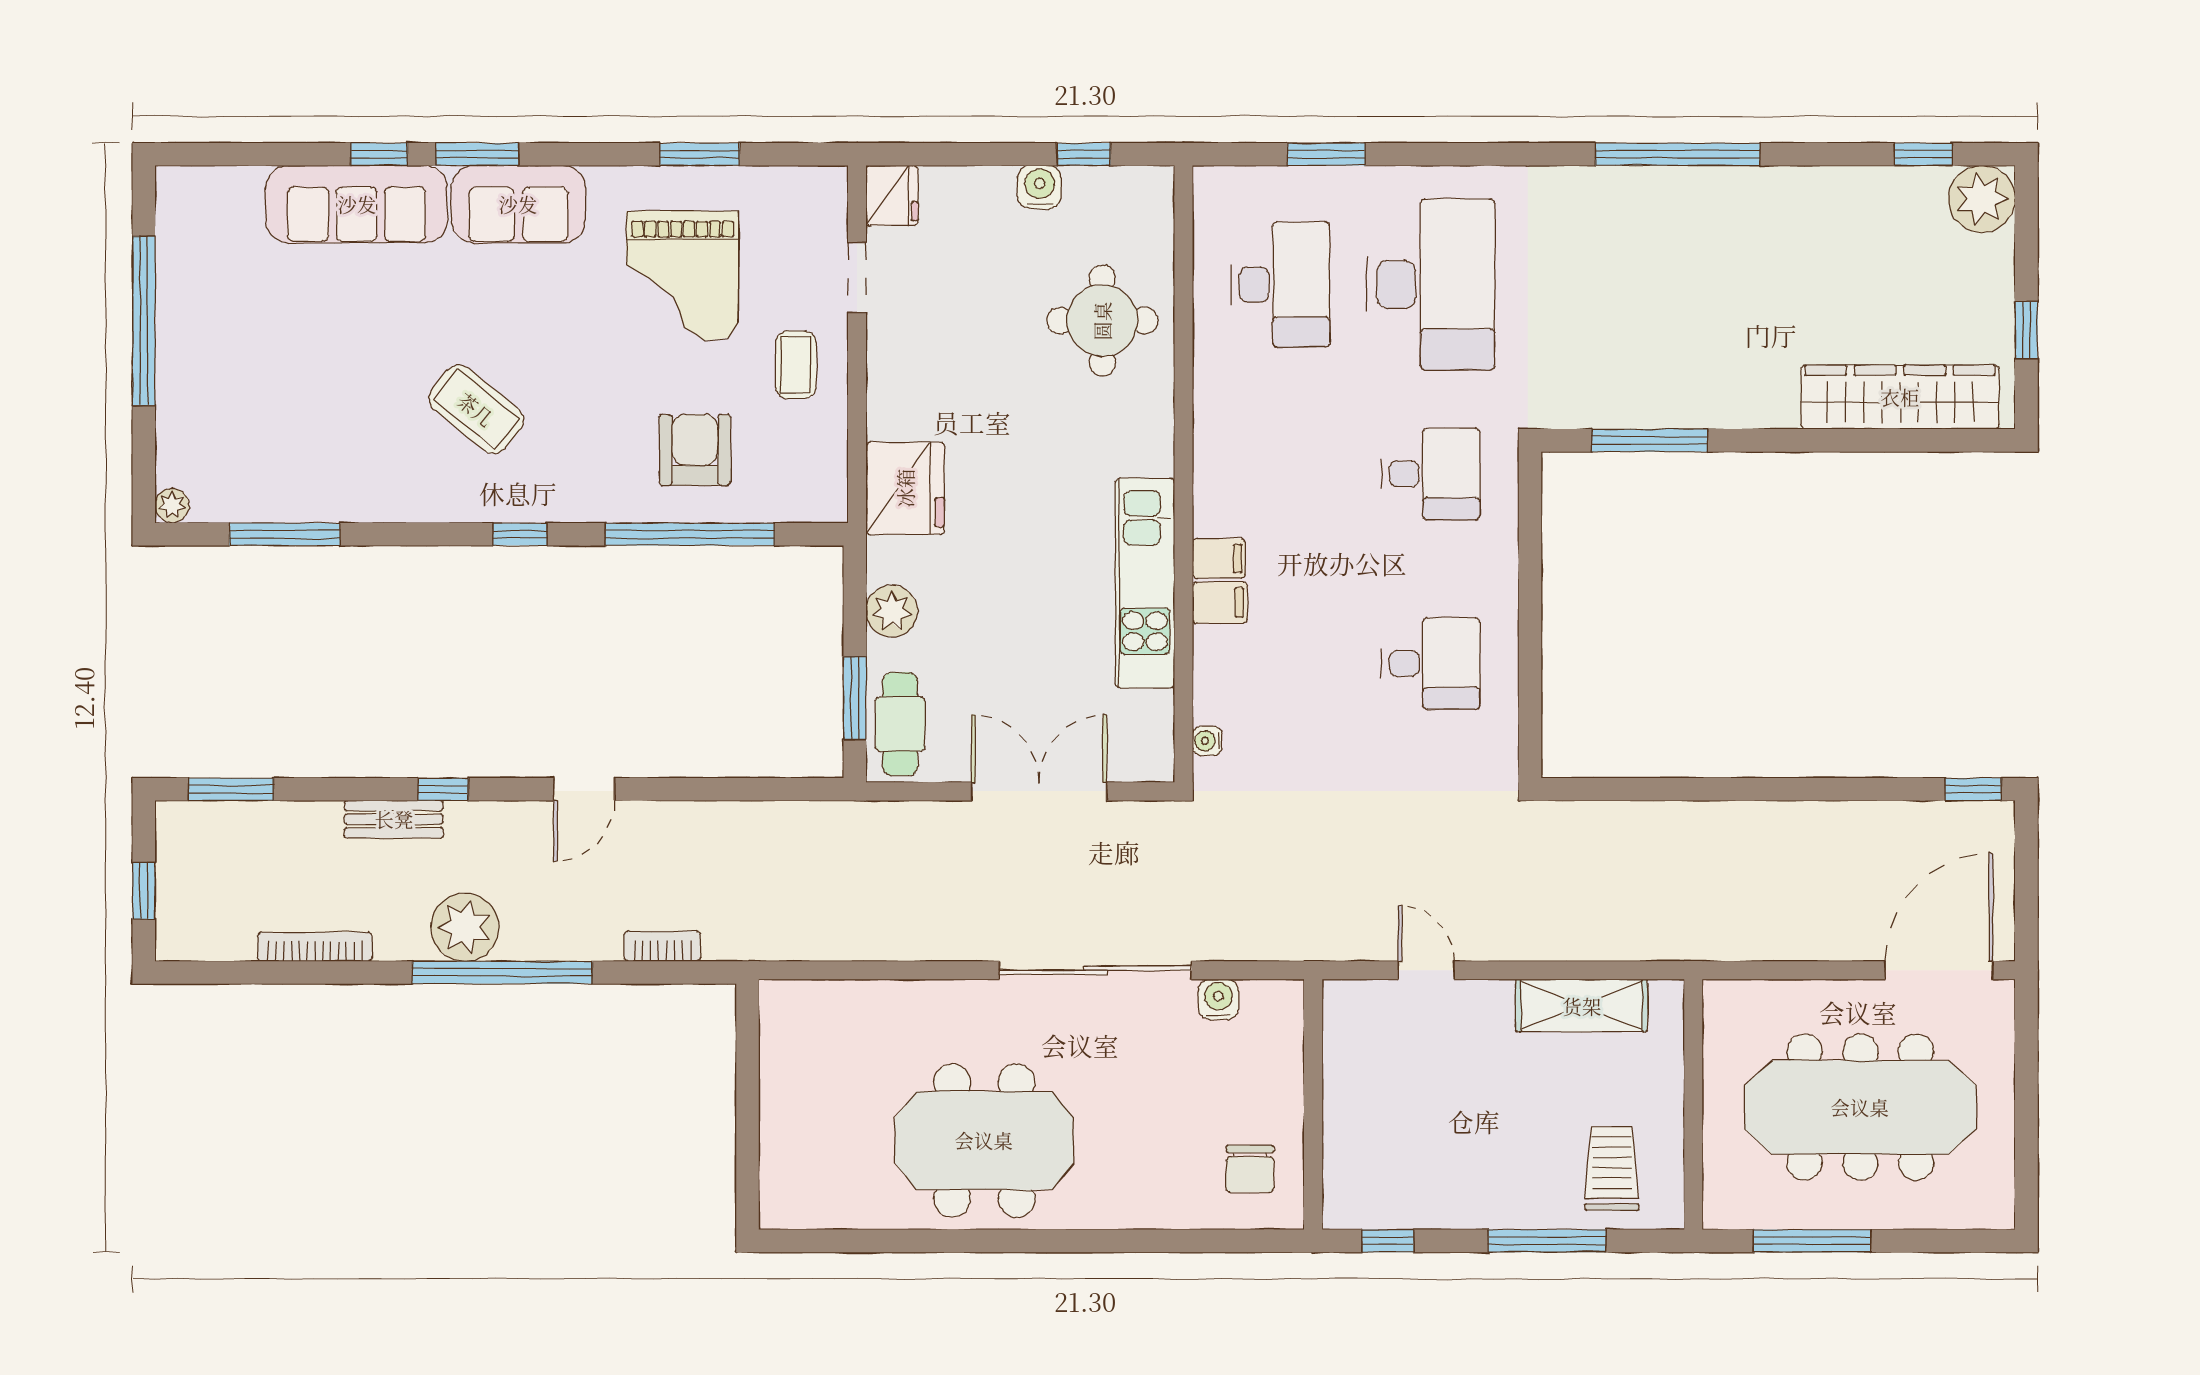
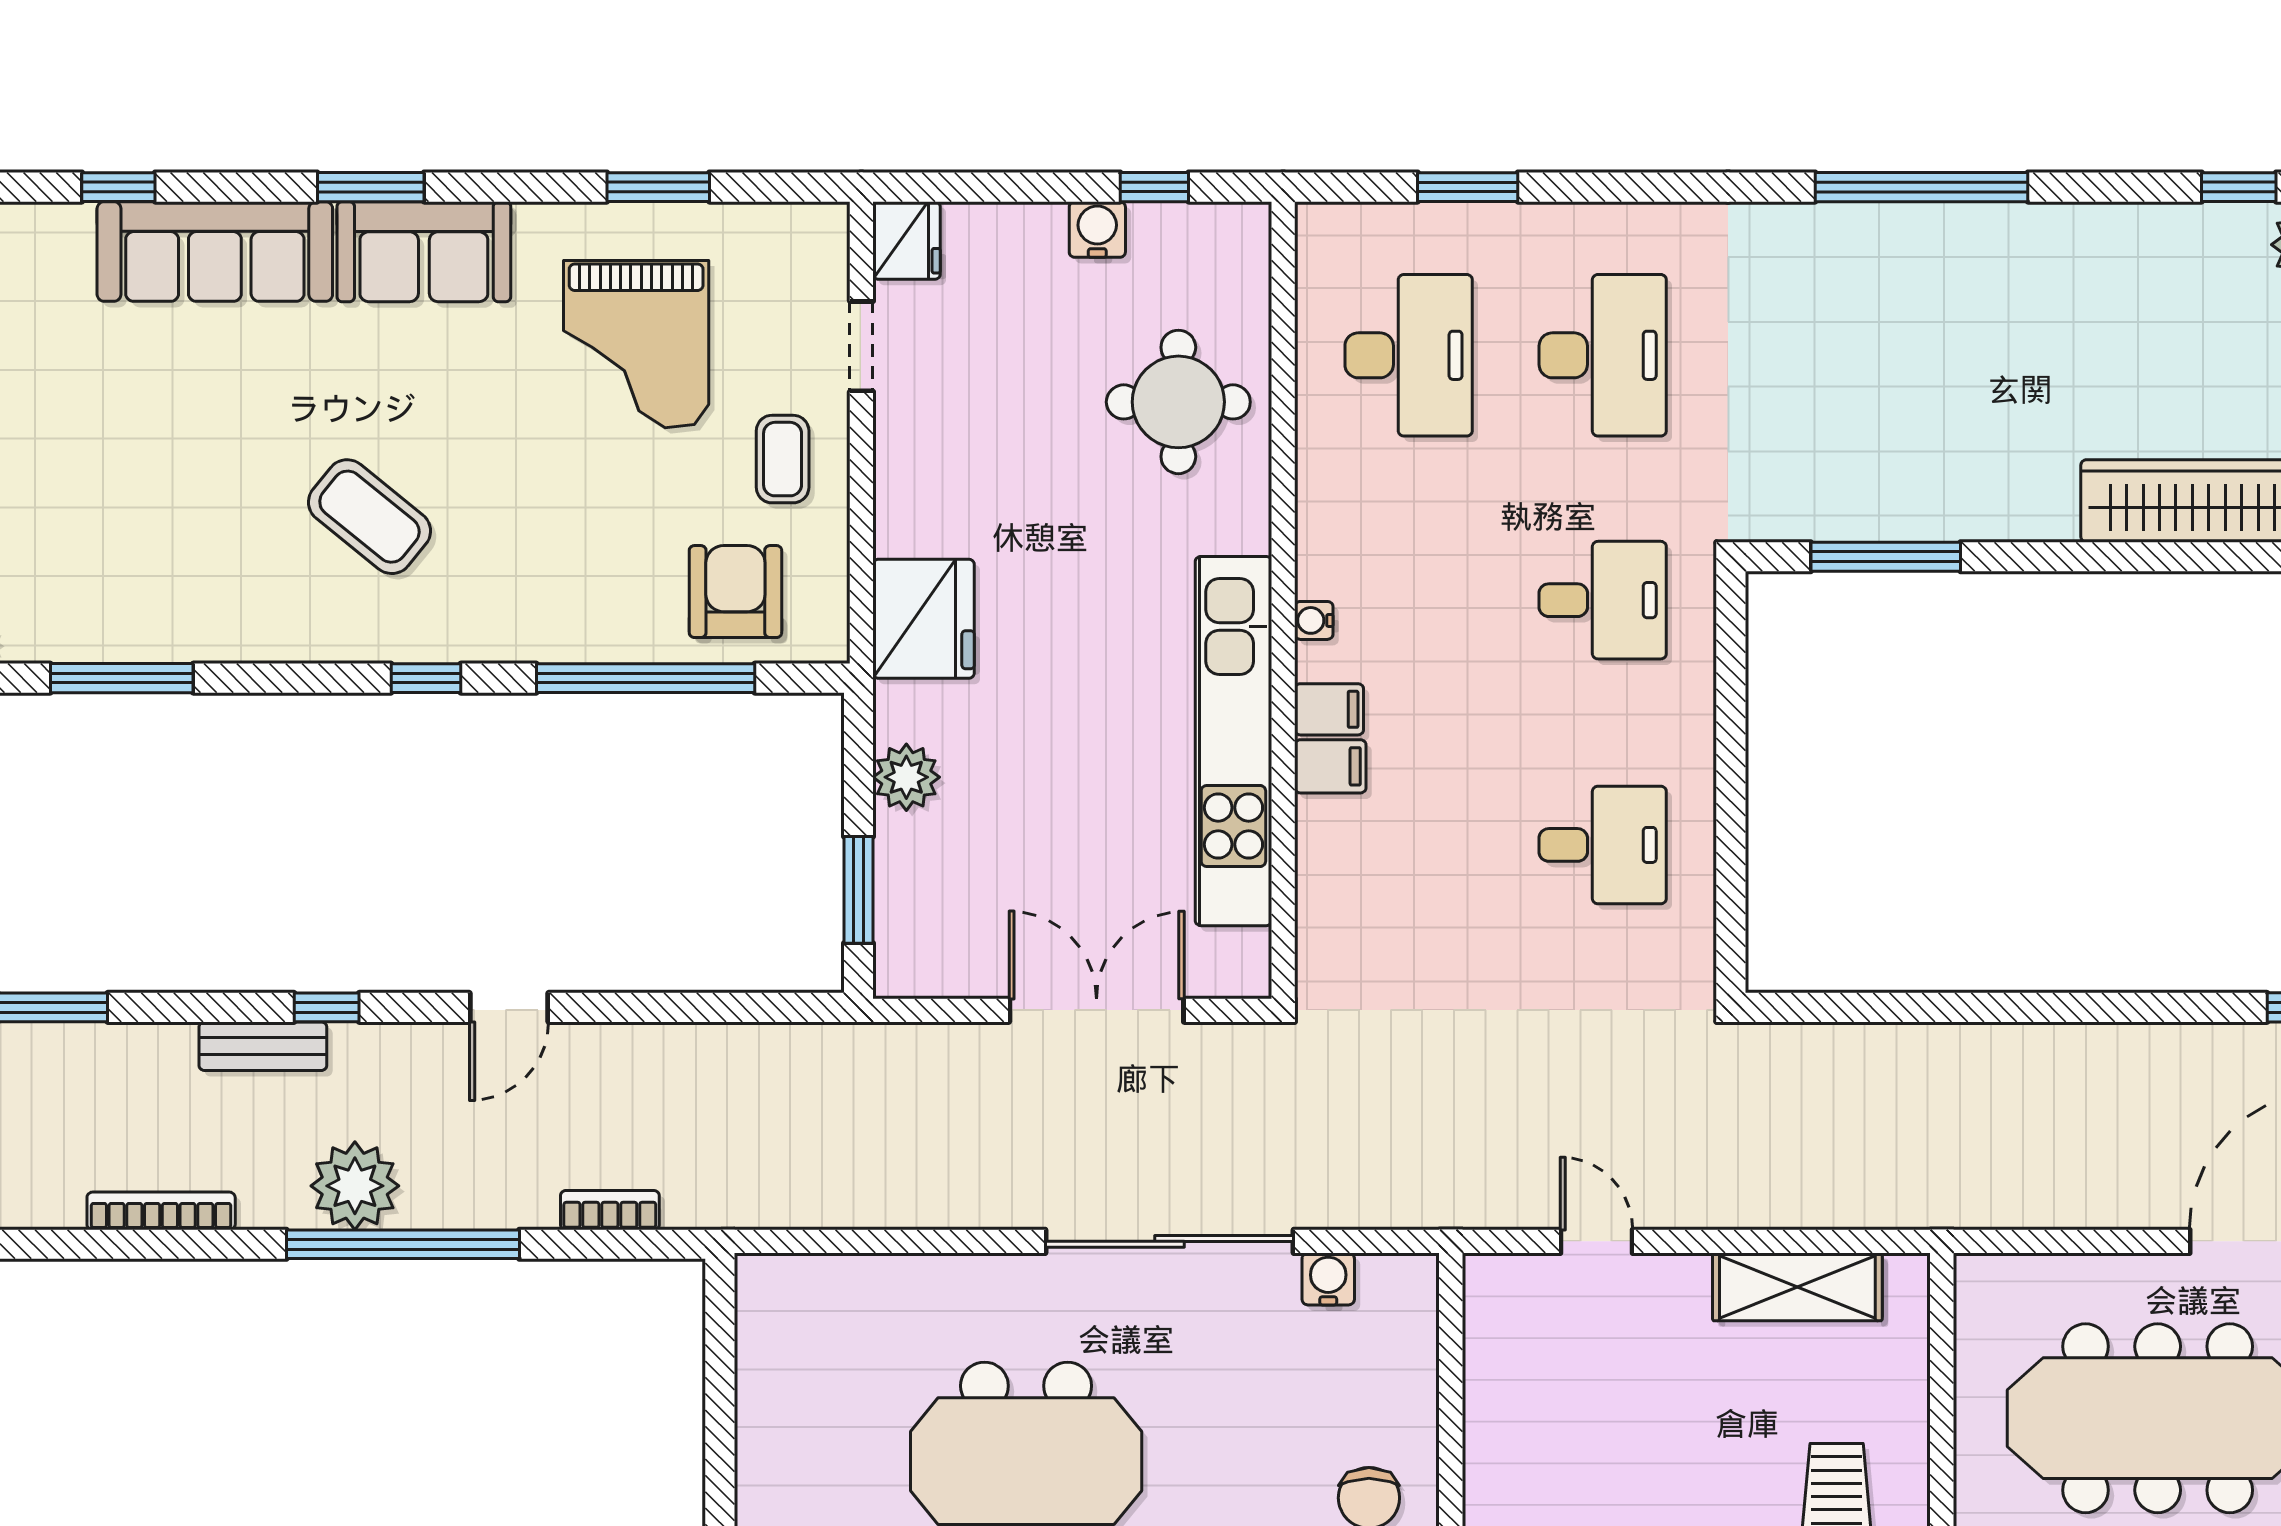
window: (379, 154) -> (118, 187), moved
desk: (1431, 284) -> (1603, 355), width x0.73, depth x0.77
armchair: (695, 450) -> (735, 592), moved
kitchen unit: (1145, 583) -> (1233, 741), width x1.36
cafe table: (900, 724) -> (917, 923), removed
water cooler: (1207, 741) -> (1314, 620), moved

